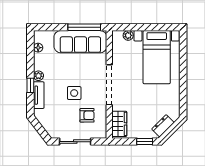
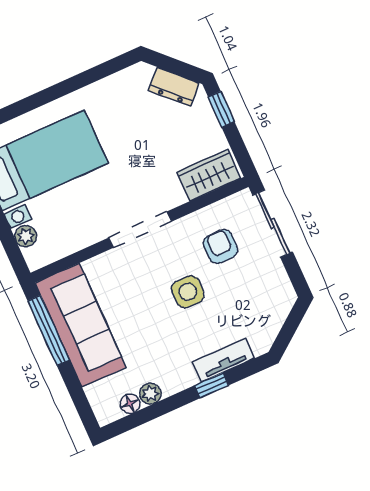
plant: (38, 76) -> (150, 394), moved
doorway: (109, 85) -> (140, 230), width x0.73
sliding door: (75, 142) -> (273, 224), moved

